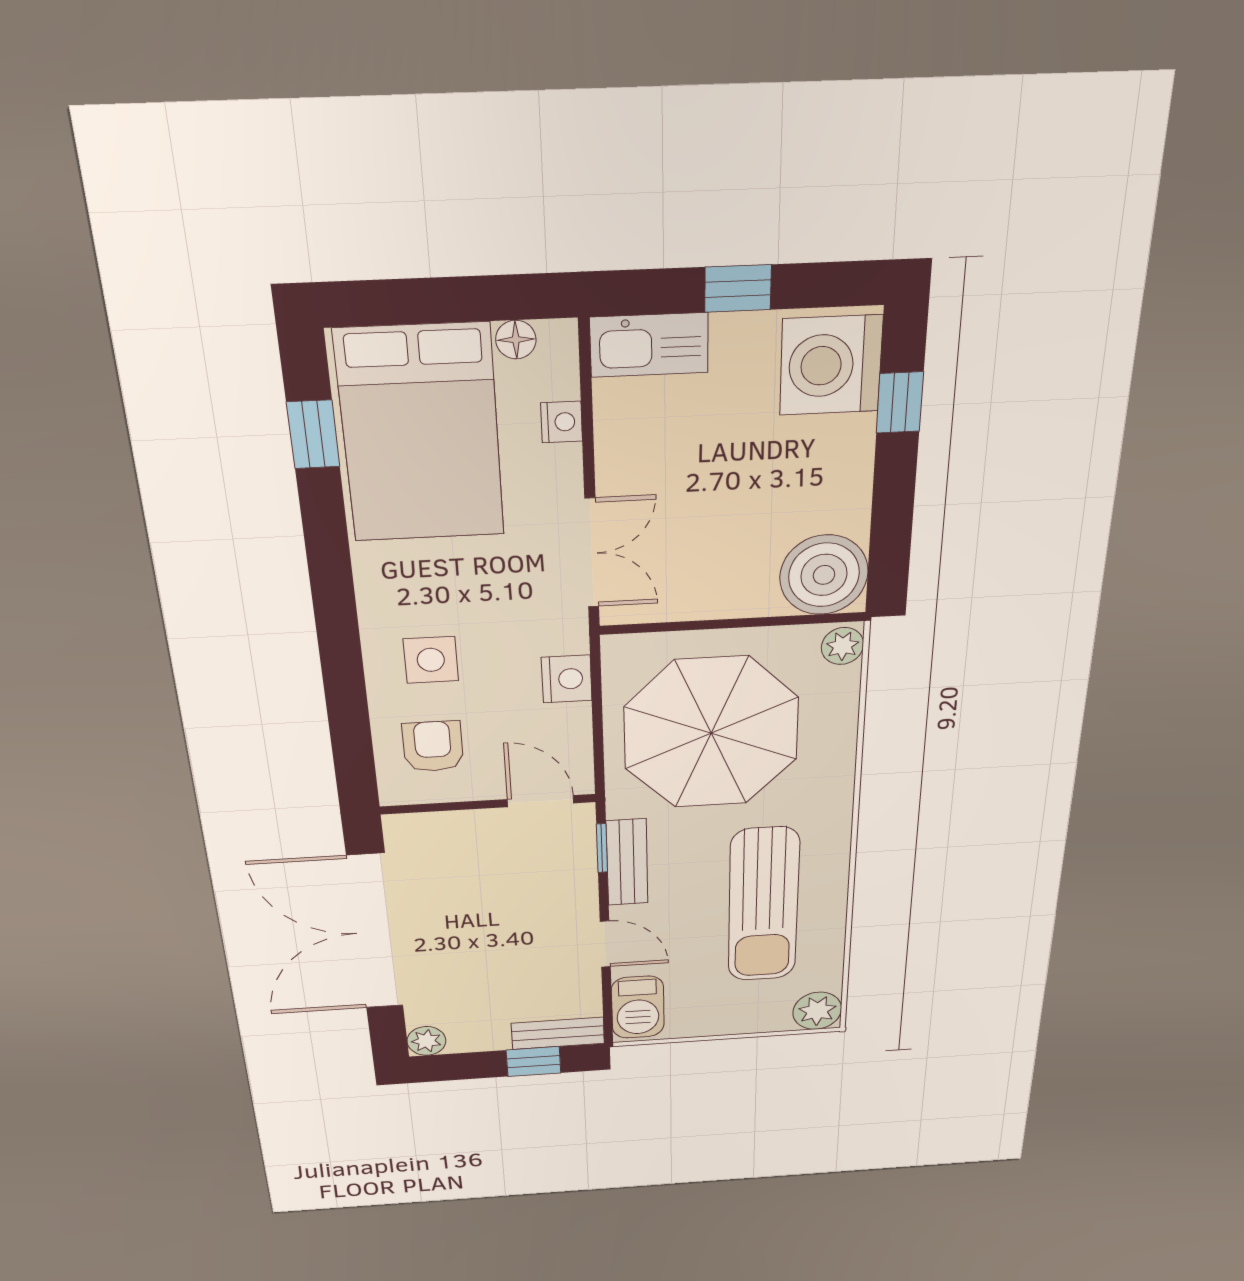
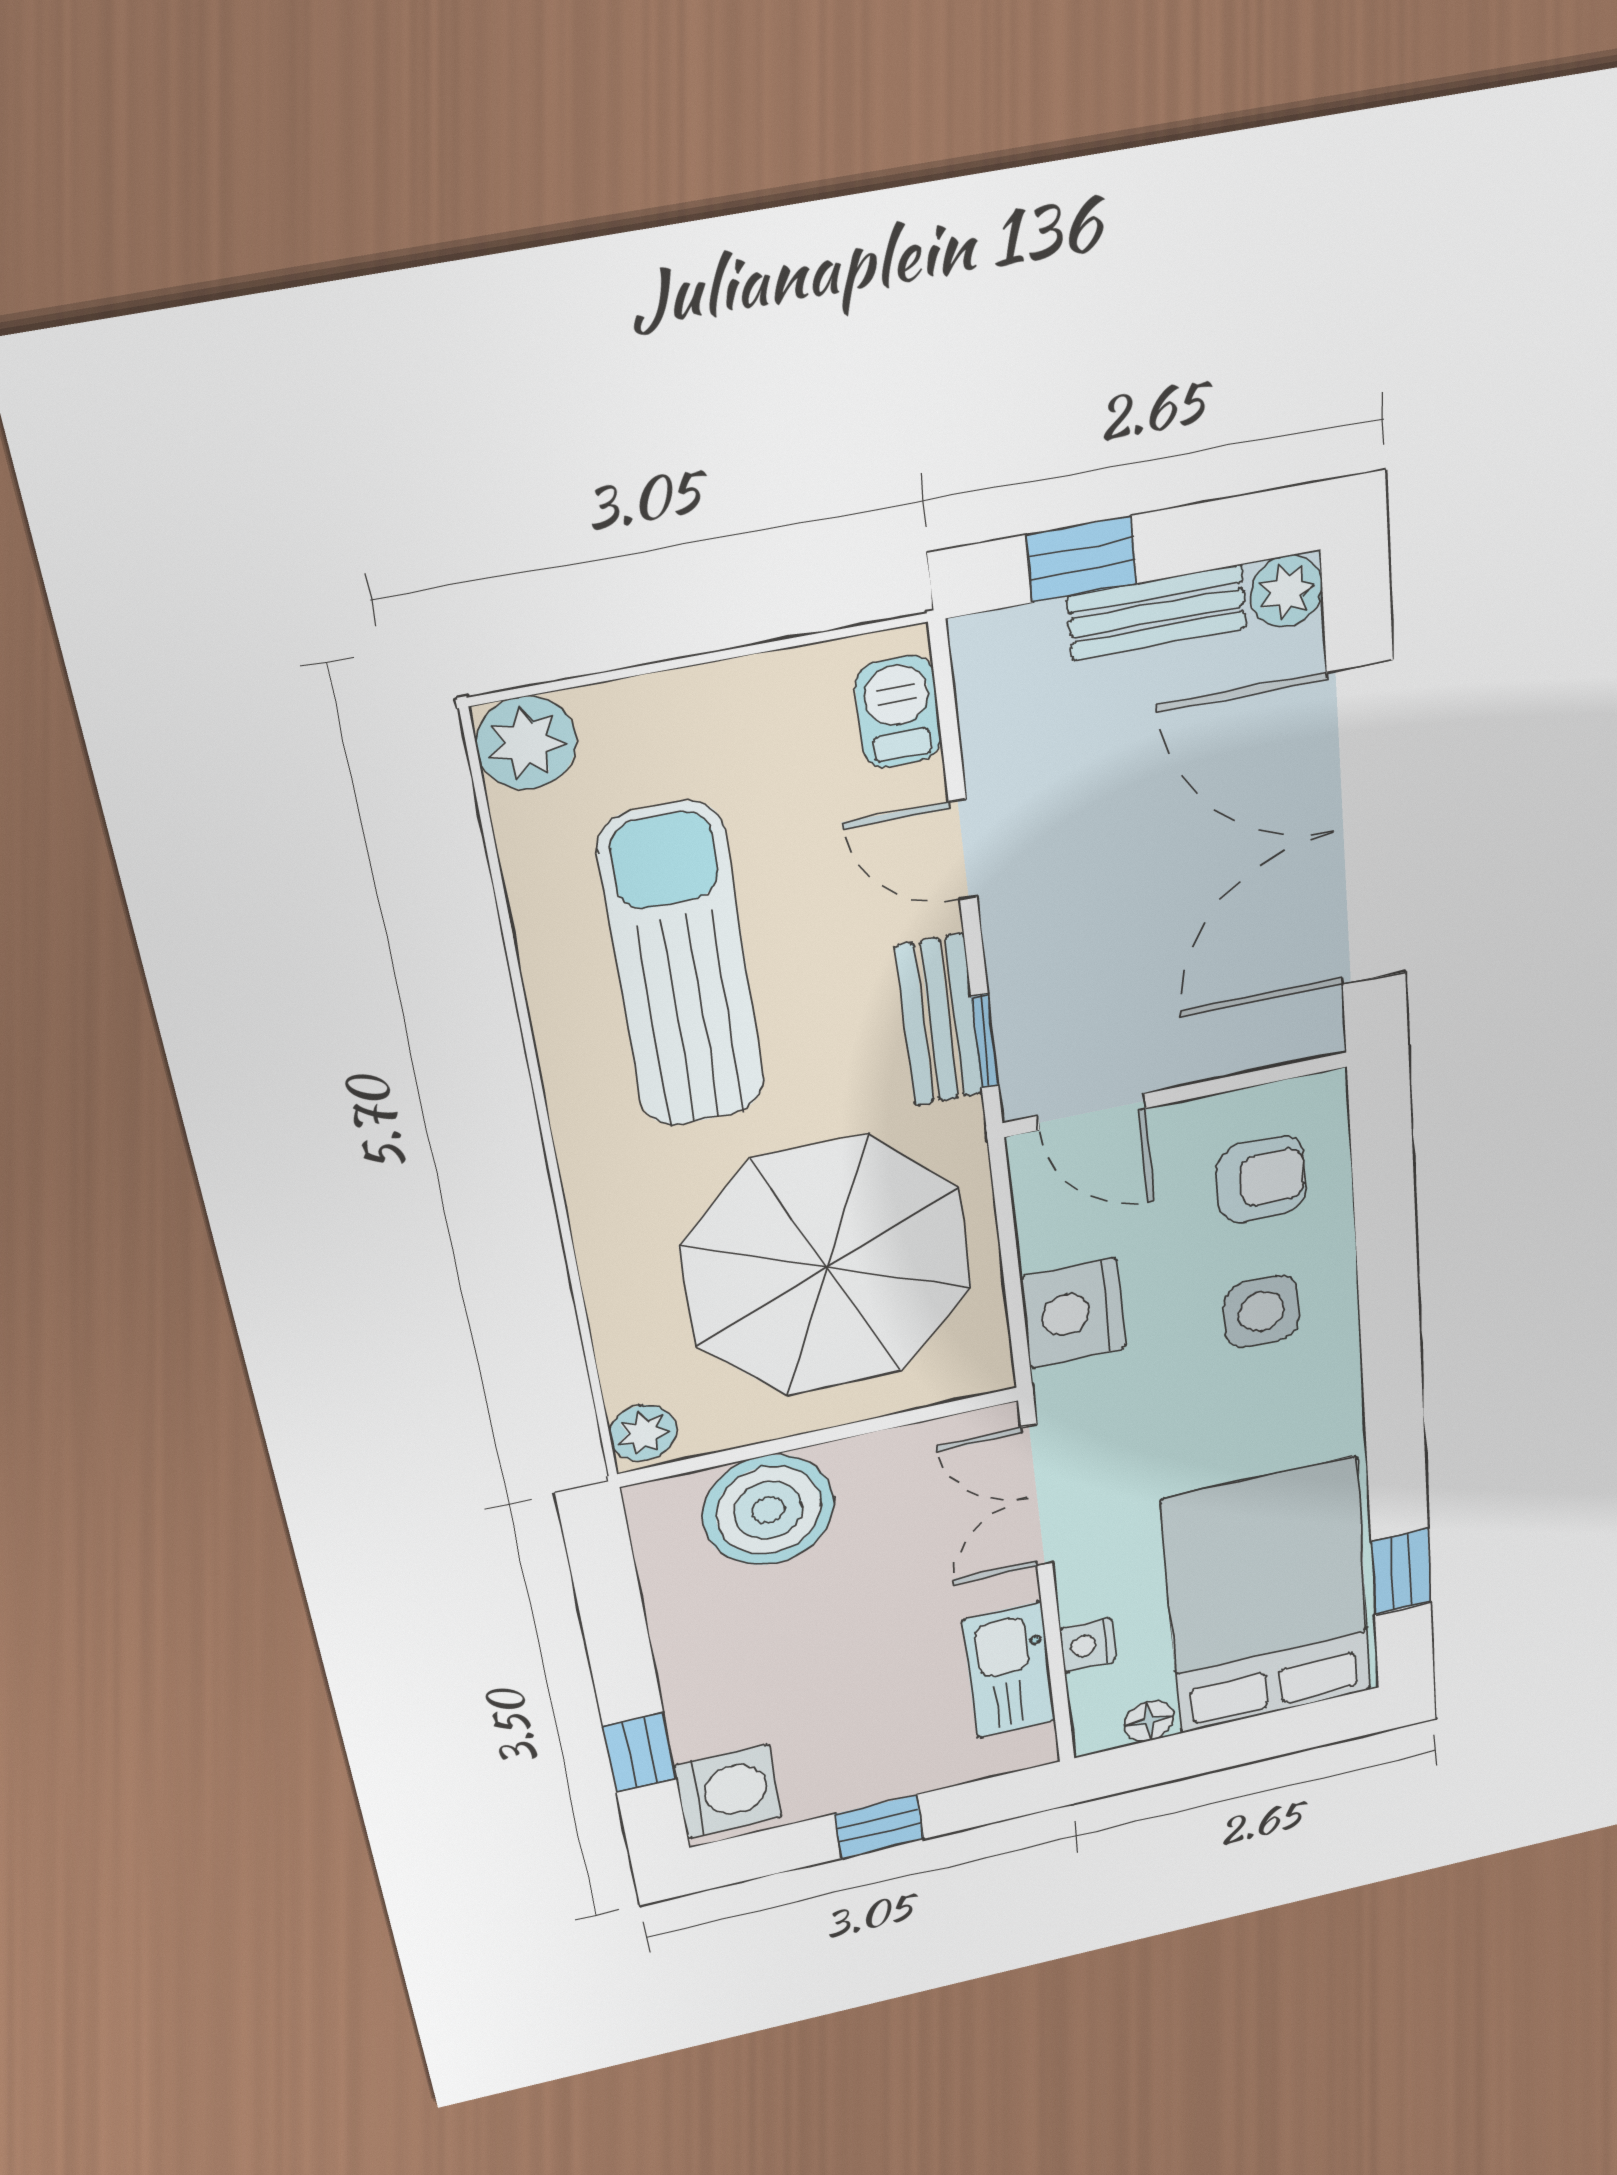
kitchen sink: (649, 345) -> (1009, 1670), moved, turned -90
washing machine: (831, 365) -> (728, 1791), width x0.73, depth x0.73
boiler: (824, 575) -> (768, 1510), moved
nightstand: (567, 679) -> (1073, 1313), width x1.36, depth x1.33
armchair: (433, 746) -> (1261, 1179), turned -90
double door: (375, 932) -> (1367, 826), swing flipped
barbecue: (638, 1007) -> (898, 712), width x0.73, depth x0.79
bench: (558, 1033) -> (1157, 612), moved

